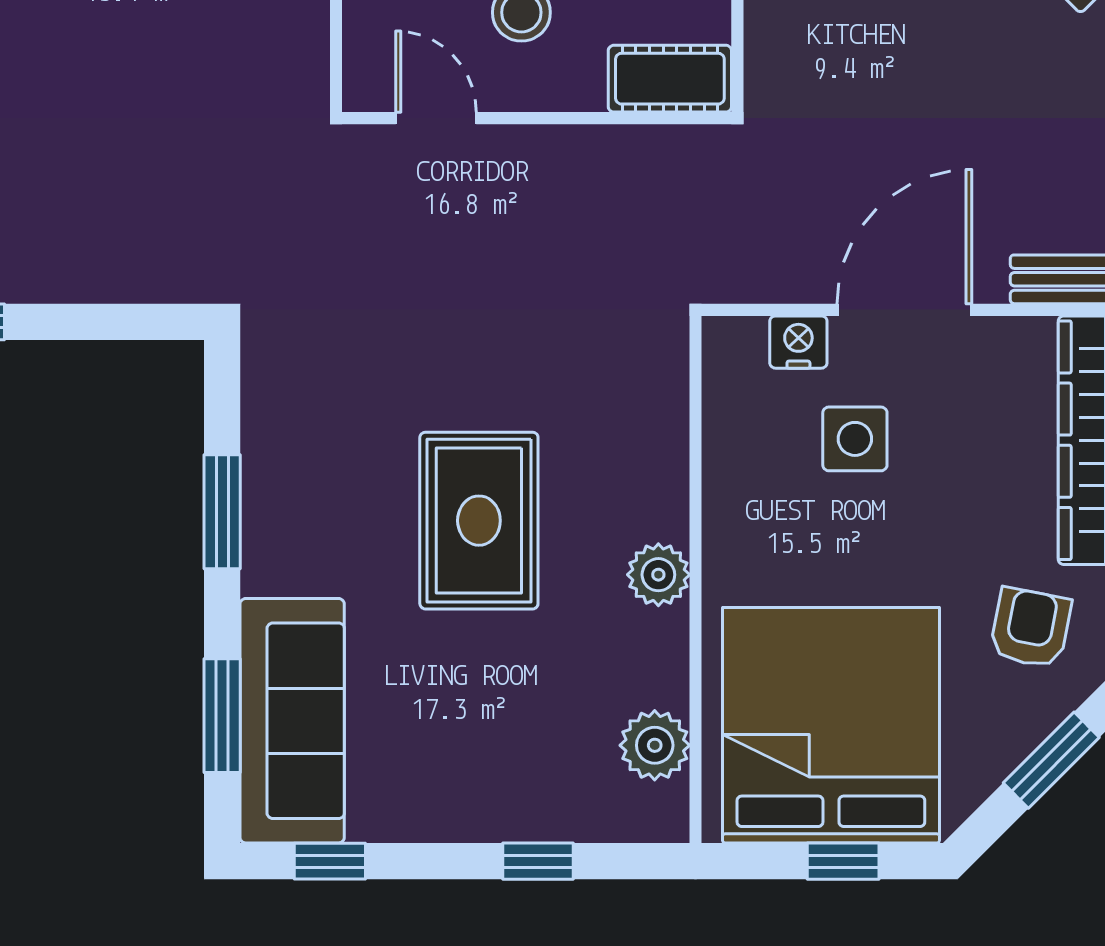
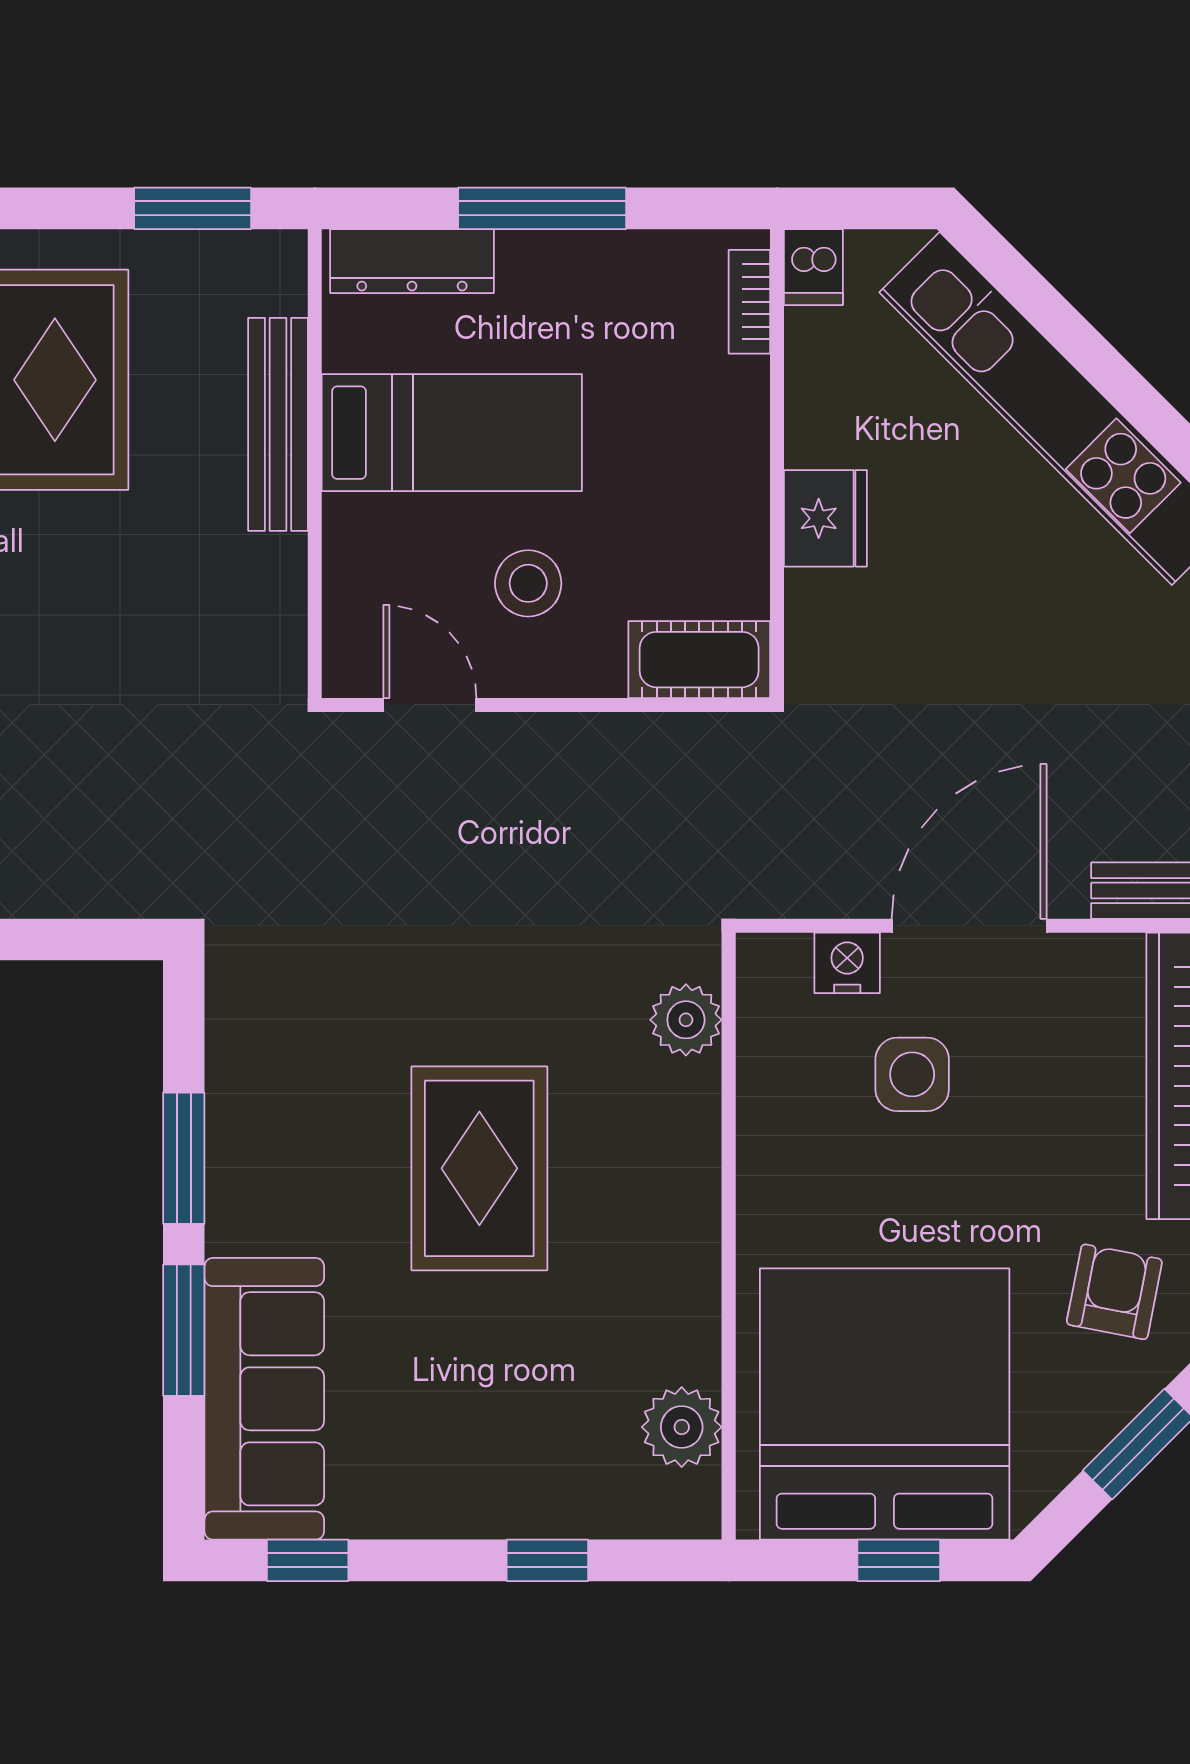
plant: (658, 575) -> (686, 1020), moved
window: (222, 716) -> (184, 1330), moved

